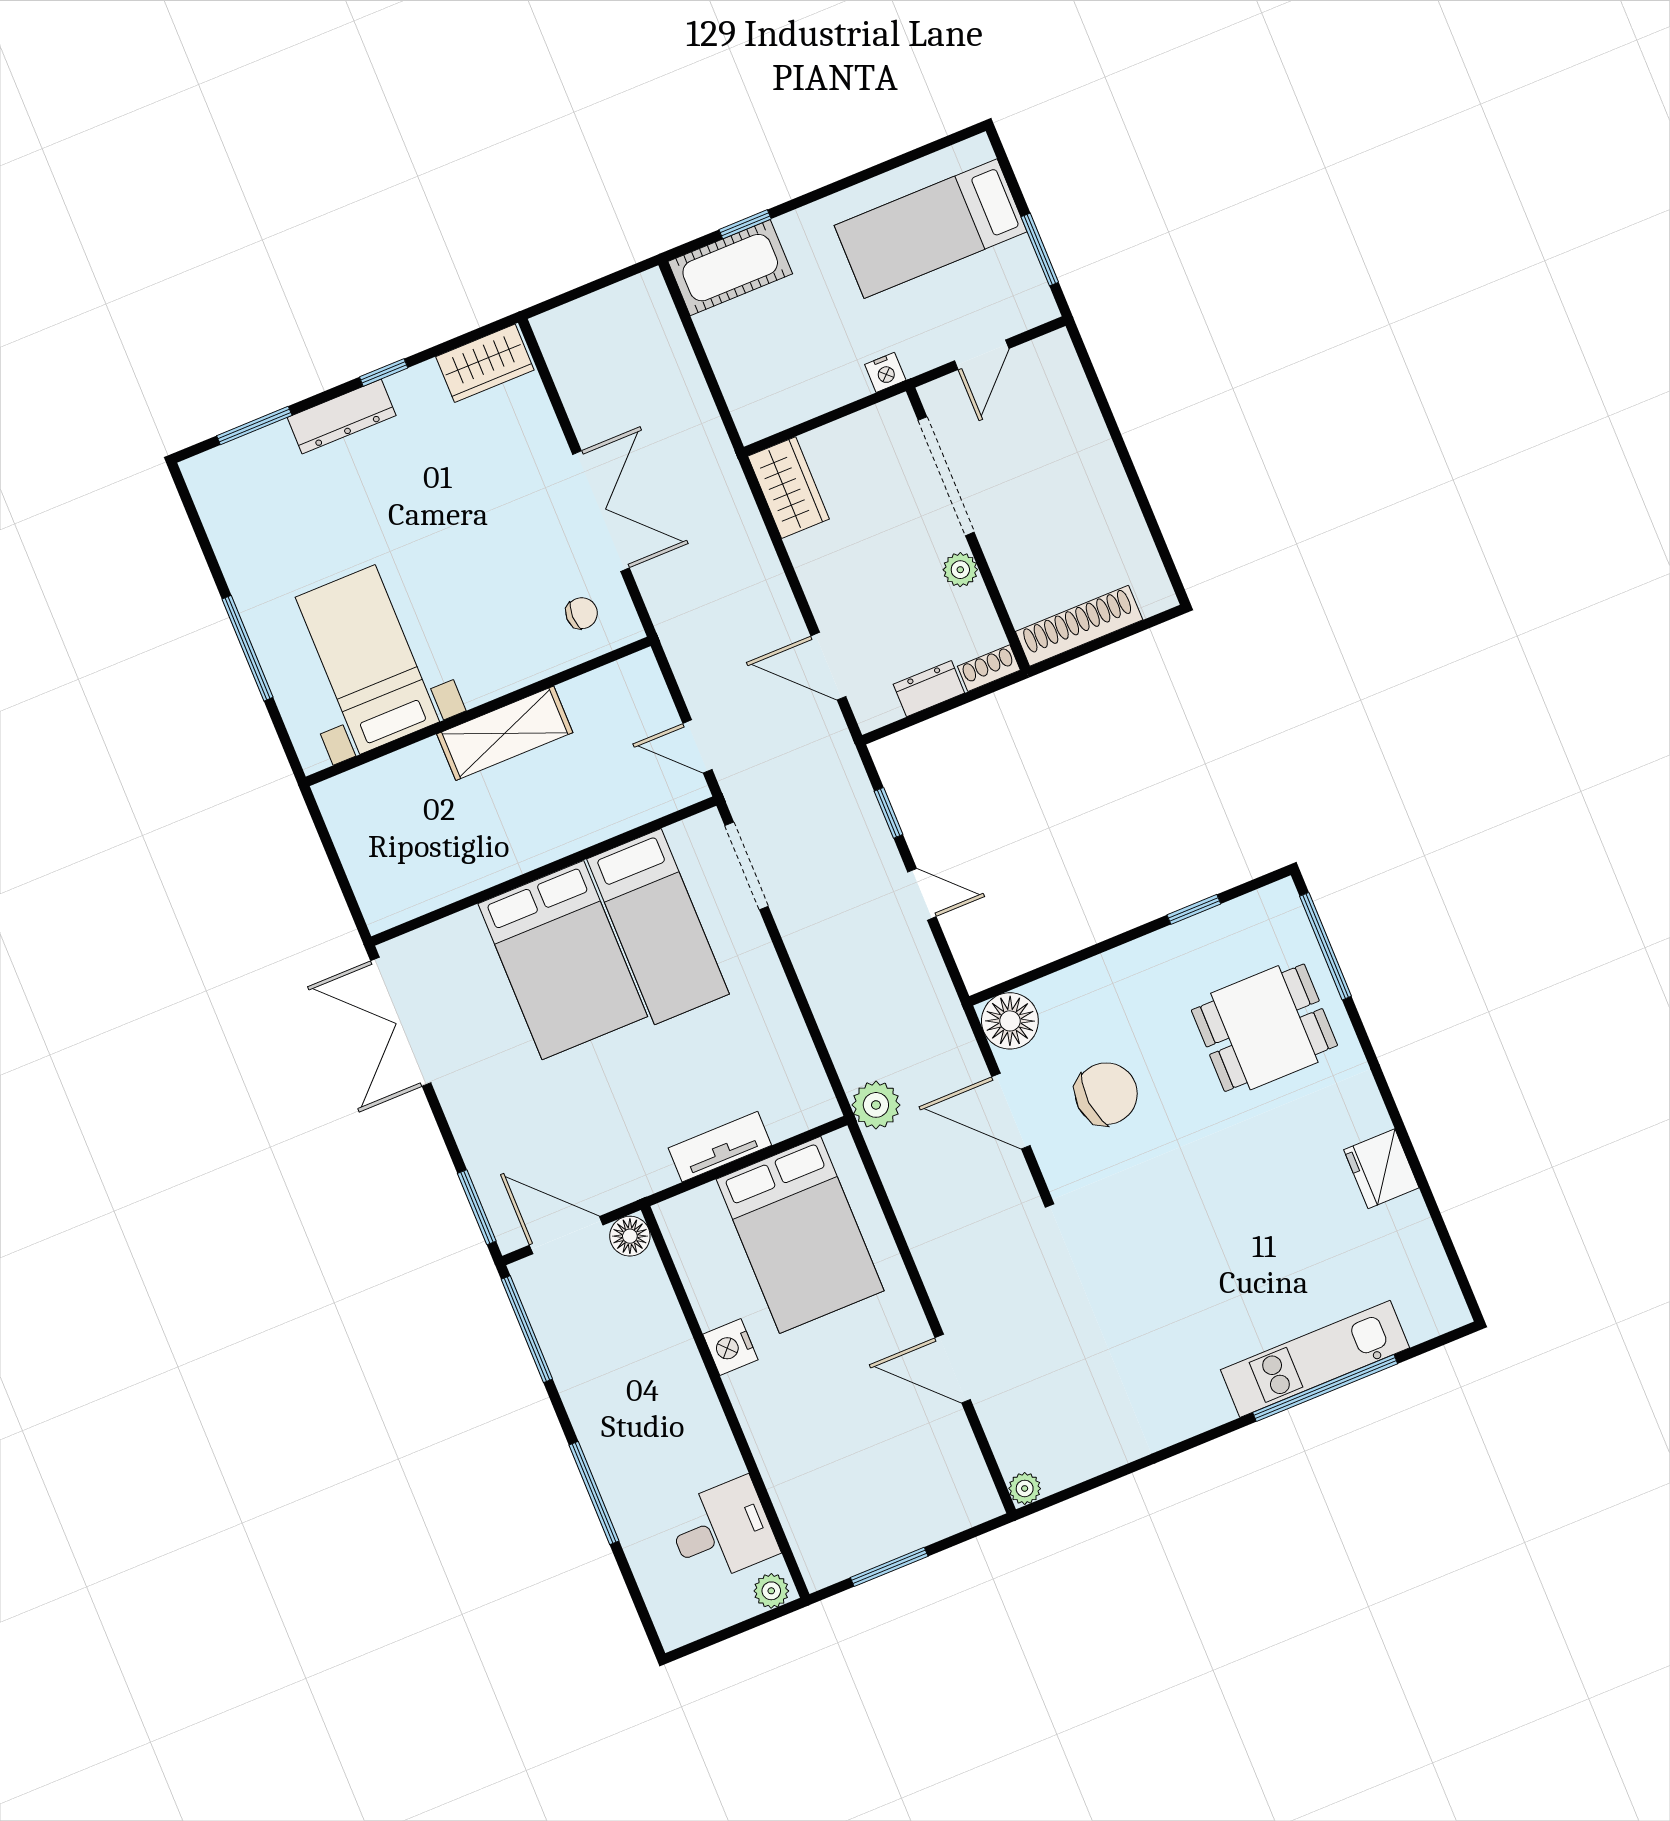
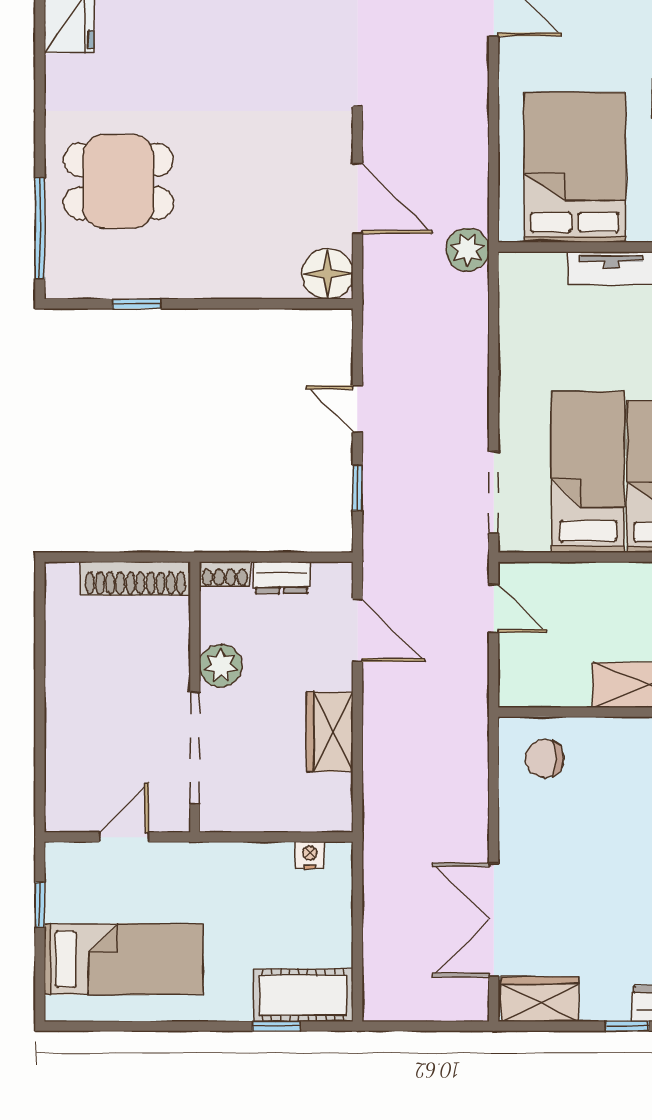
window: (1040, 250) -> (40, 905), width x0.67
nightstand: (885, 372) -> (310, 855), moved
wardrobe: (789, 488) -> (330, 732), moved
double door: (601, 511) -> (494, 920), moved
plant: (960, 570) -> (221, 666), width x1.38, depth x1.38
chair: (582, 613) -> (544, 759), width x1.37, depth x1.37
chair: (1106, 1094) -> (272, 181), removed

